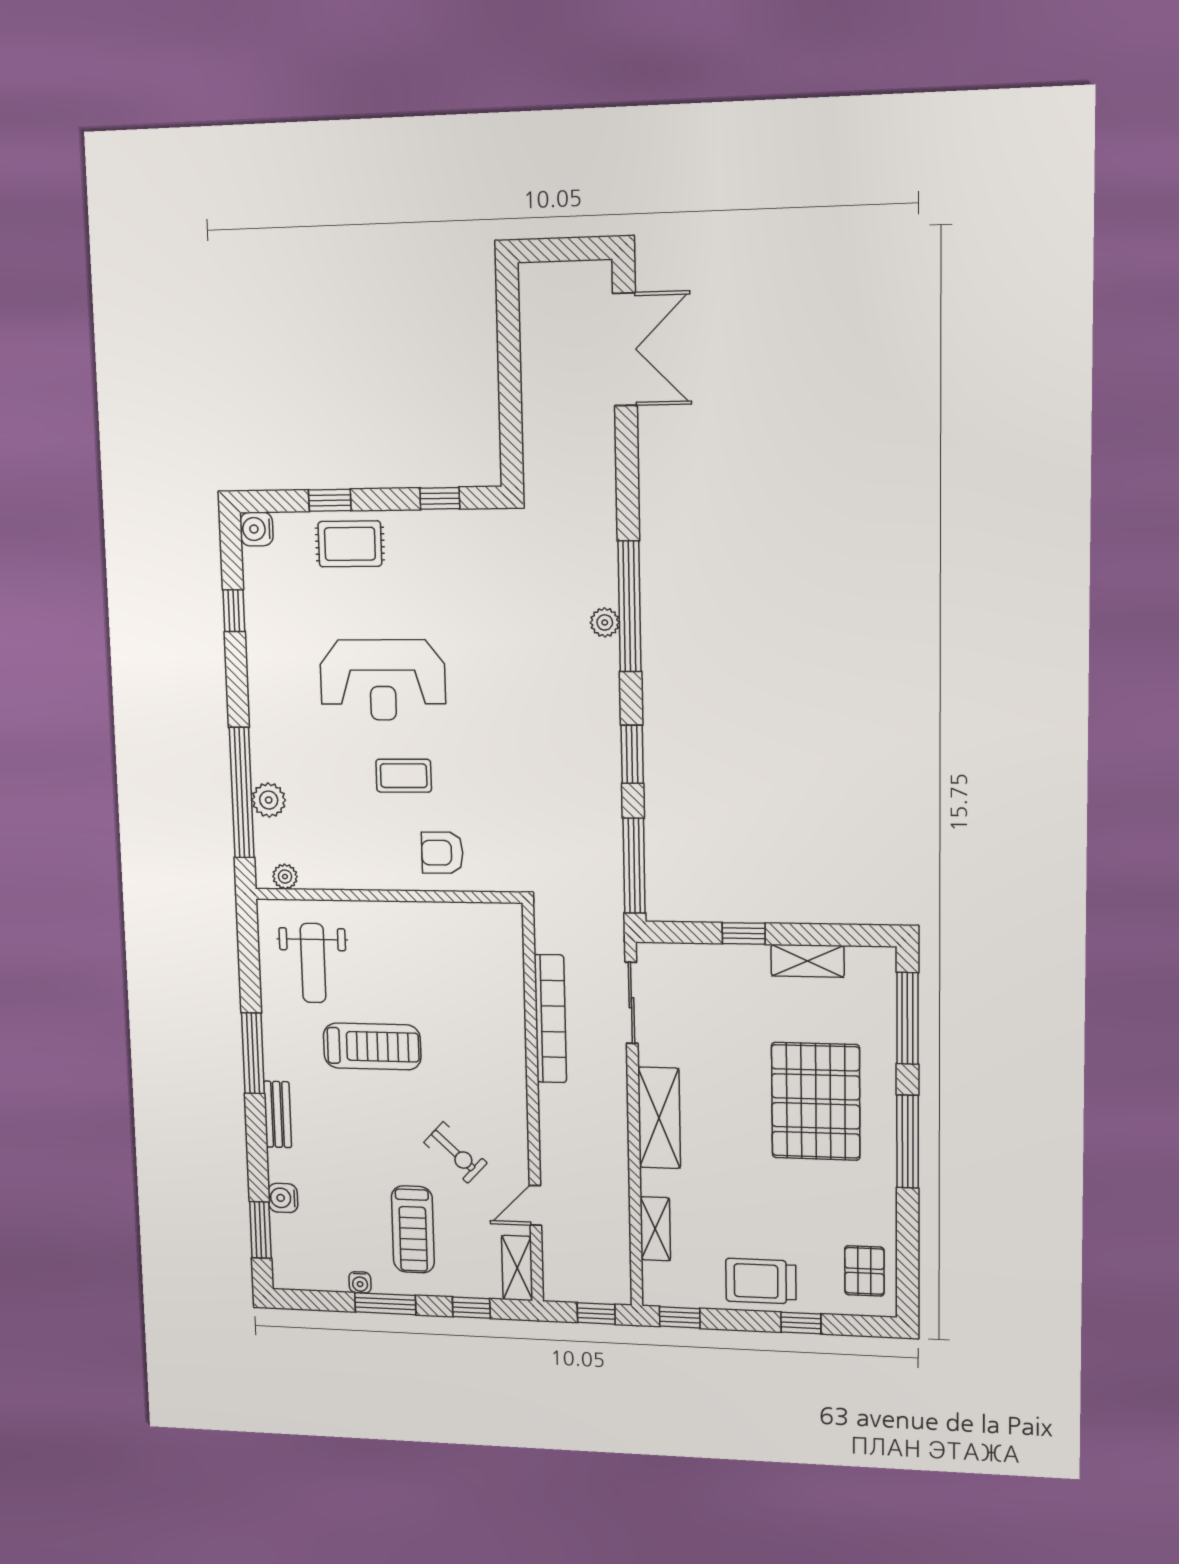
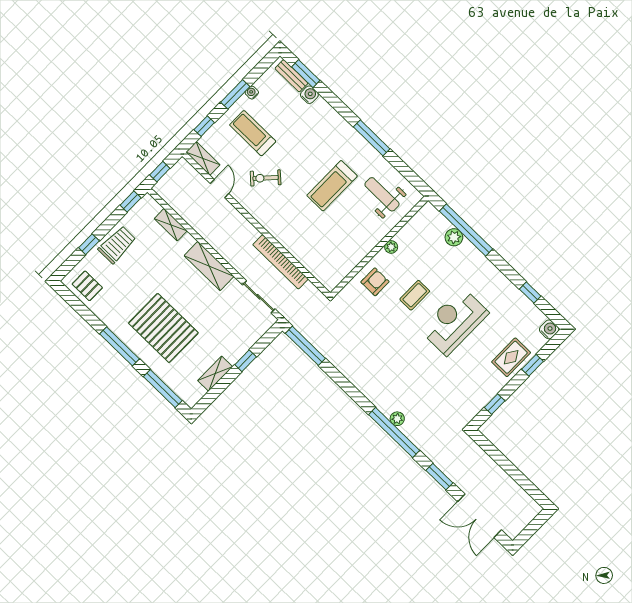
window: (632, 754) -> (439, 477), moved
plant: (285, 877) -> (391, 247), moved
bench: (278, 1114) -> (291, 76), moved

